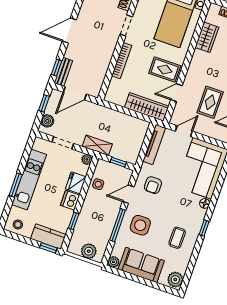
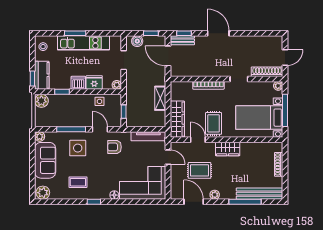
wardrobe: (207, 37) -> (228, 149), moved
shelving: (97, 145) -> (160, 98), moved
plant: (89, 251) -> (41, 101), moved

